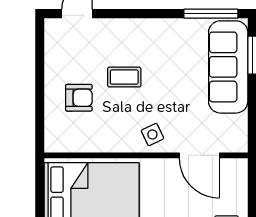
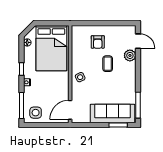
plant: (107, 30) -> (130, 55), added
door: (199, 155) -> (70, 110), moved

